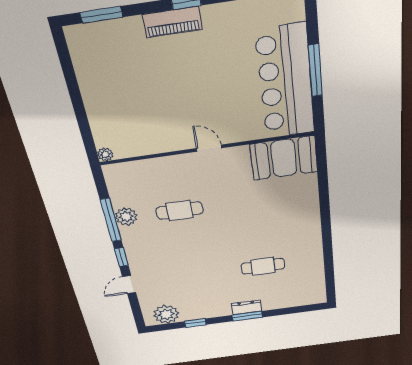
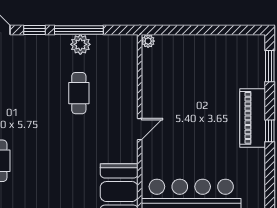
piano: (172, 22) -> (253, 118), width x1.37, depth x1.33

